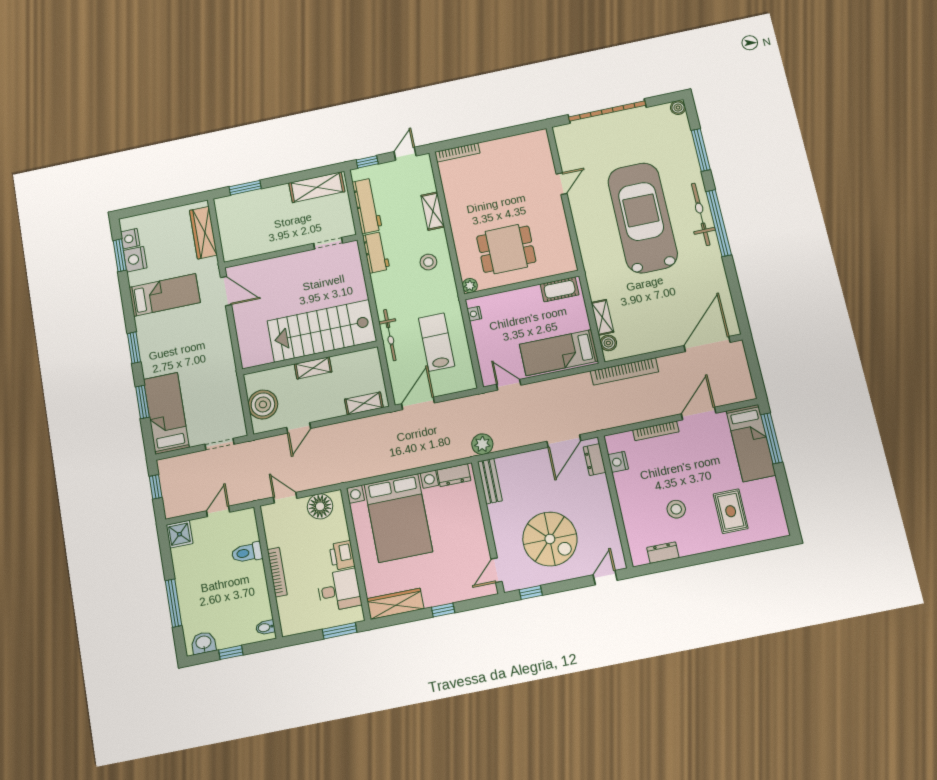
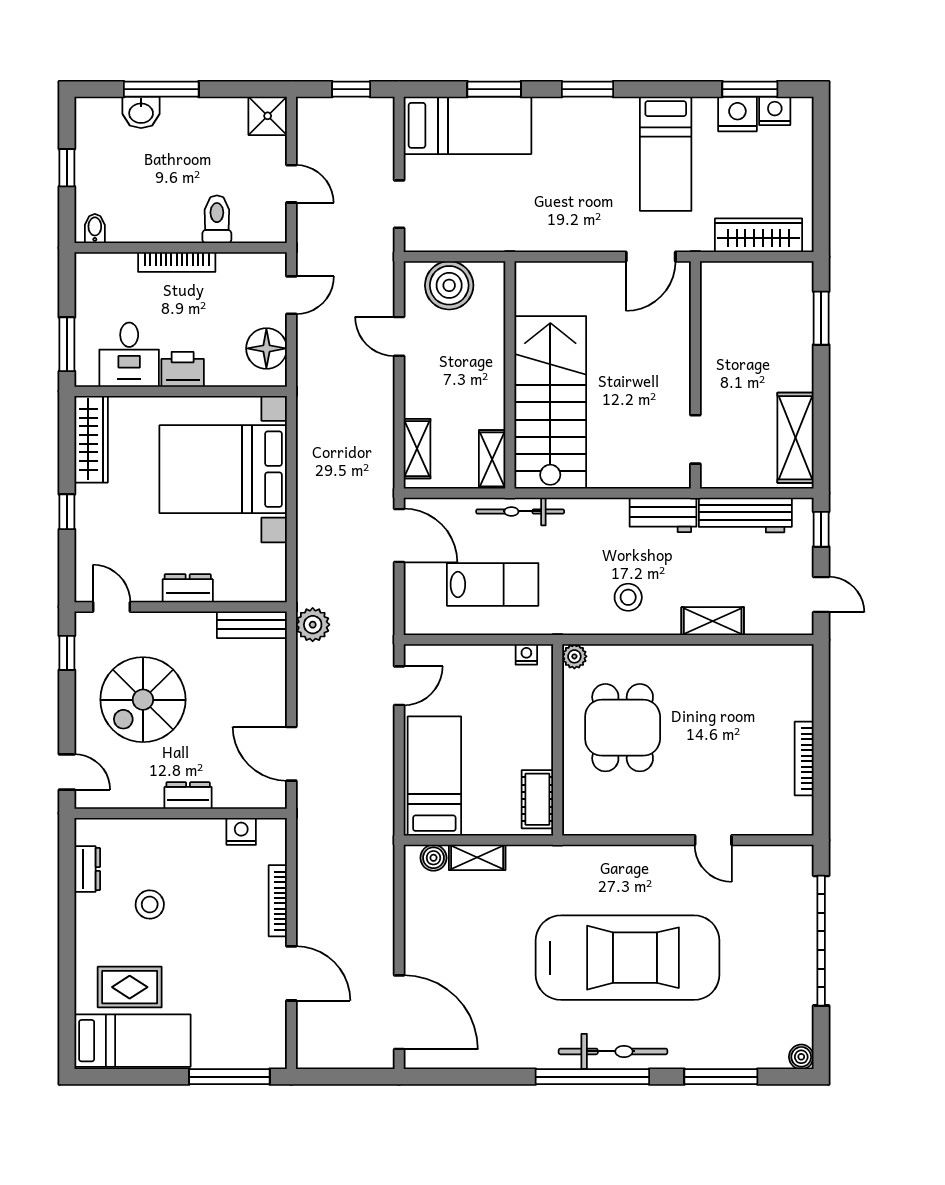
bookcase: (457, 153) -> (804, 759), moved
shelving: (313, 368) -> (492, 459), moved
bookcase: (624, 371) -> (382, 873), removed
bed: (751, 443) -> (133, 1041), moved, turned 180
dresser: (595, 460) -> (188, 795), moved
dresser: (454, 475) -> (188, 588), moved, turned 90
washbasin: (204, 643) -> (141, 112), moved, turned 90

